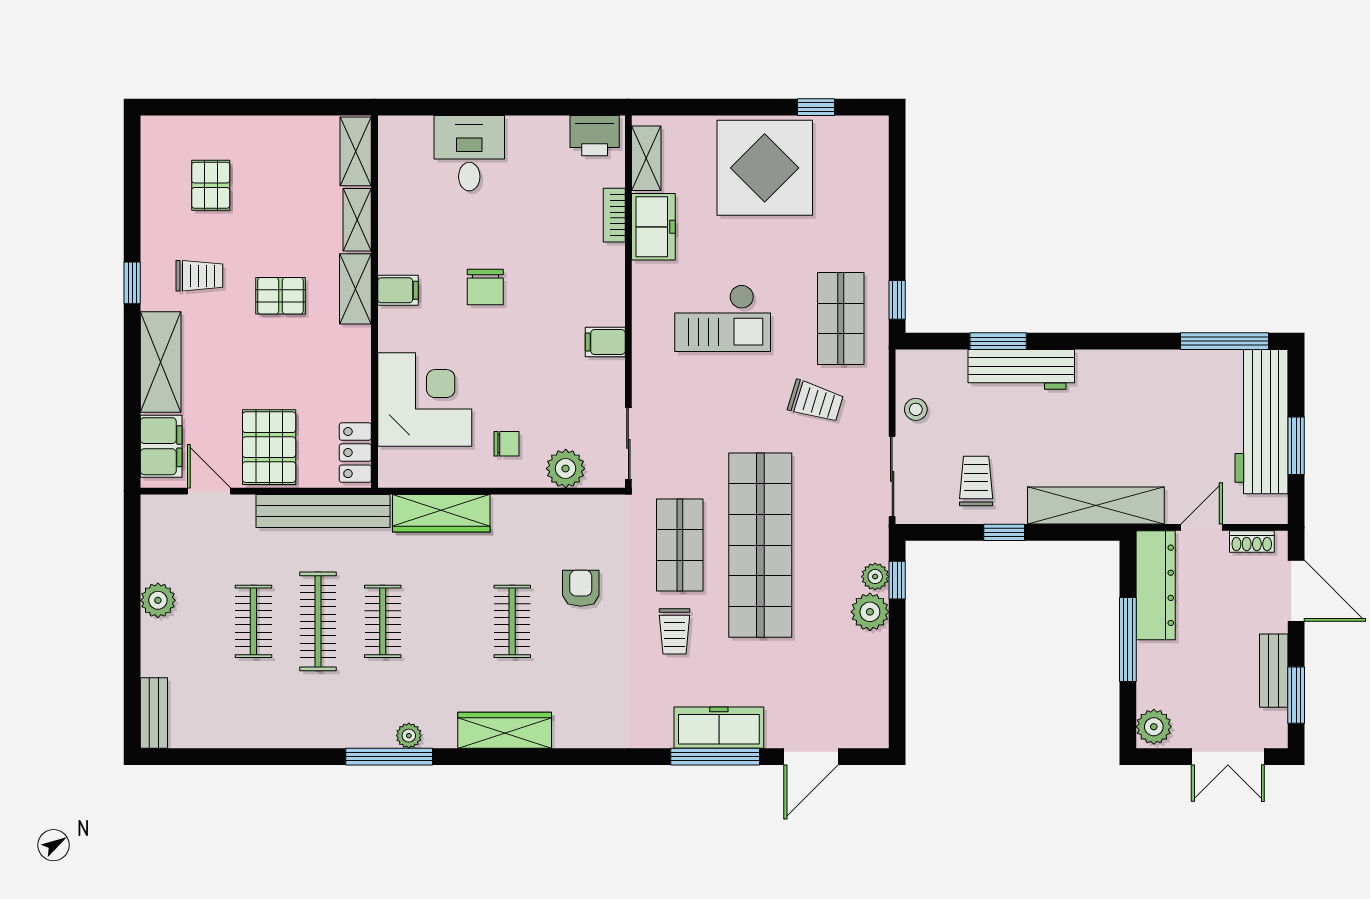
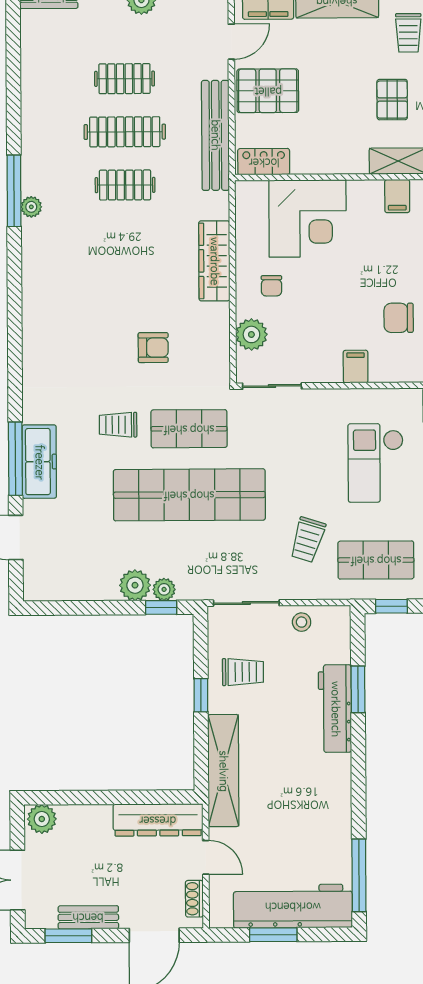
chair: (485, 287) -> (399, 318), moved
wardrobe: (441, 513) -> (214, 261), moved
clothes rail: (512, 621) -> (126, 291), removed
window: (1128, 640) -> (113, 797), removed
wardrobe: (505, 730) -> (36, 286), removed

